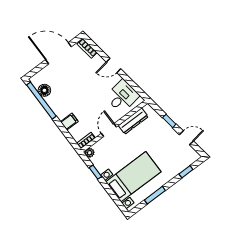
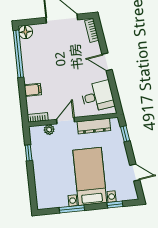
floor lamp: (44, 90) -> (26, 32), moved
window: (169, 121) -> (125, 134), moved
plant: (90, 153) -> (49, 130), moved
bed with nightstands: (133, 177) -> (90, 176), moved, turned -90

